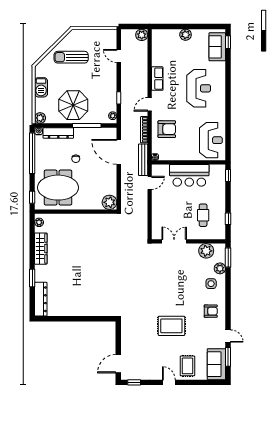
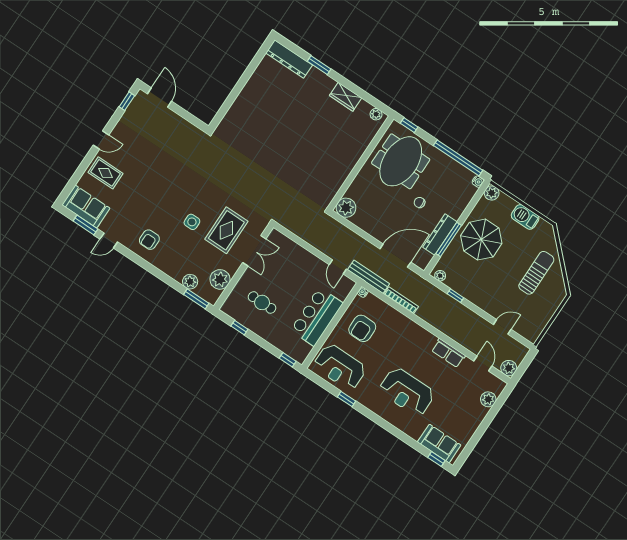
plant: (186, 35) -> (488, 399), moved
door: (150, 104) -> (483, 364), moved
window: (228, 123) -> (346, 399), added
armchair: (167, 129) -> (362, 328), moved
dresser: (58, 133) -> (440, 234), moved
wardrobe: (41, 249) -> (346, 97), width x0.67
side table: (211, 284) -> (192, 222), moved
rug: (171, 326) -> (226, 230), moved

